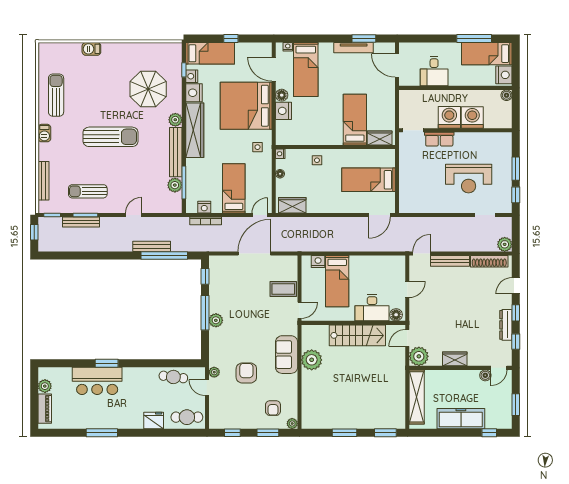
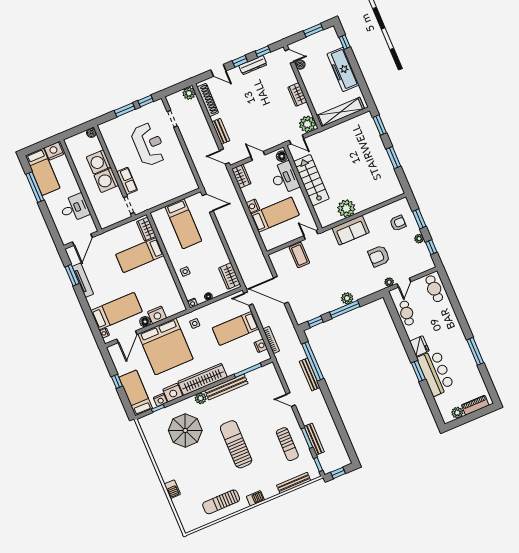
boiler: (507, 95) -> (91, 133), moved
plant: (175, 185) -> (253, 377), removed
nightstand: (318, 261) -> (253, 206), moved
bench: (450, 261) -> (221, 131), width x0.73
wardrobe: (393, 263) -> (241, 176), added
fridge: (154, 420) -> (419, 346), moved, turned 180
plant: (292, 424) -> (419, 239), moved

